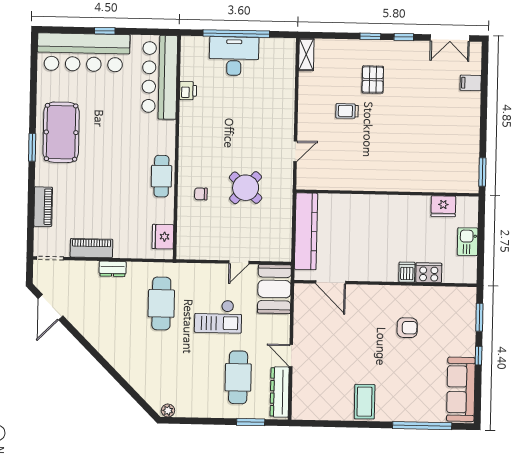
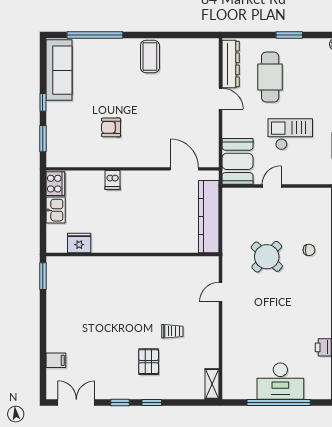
cooker: (429, 273) -> (55, 184), moved, turned -90
window: (251, 422) -> (289, 35), moved

